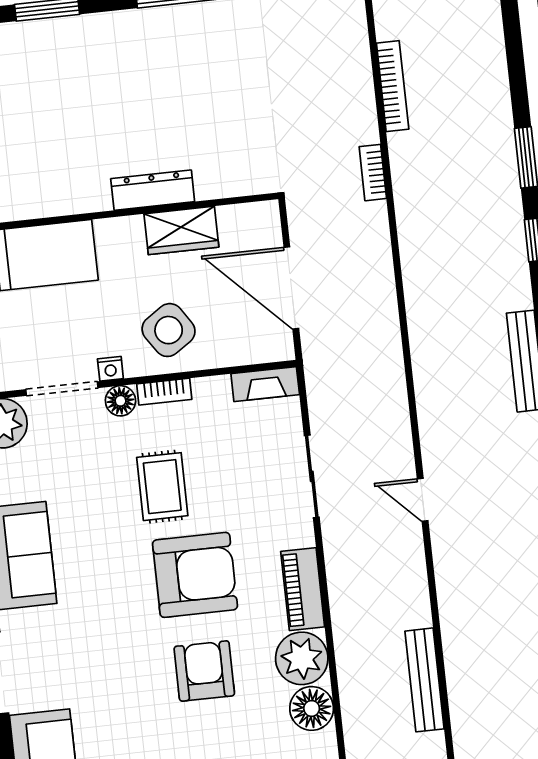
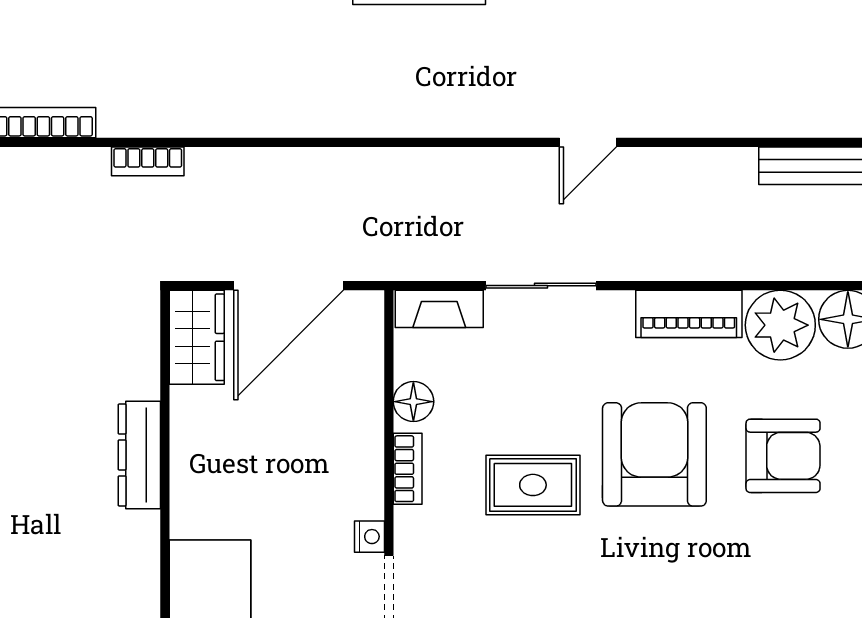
wardrobe: (181, 230) -> (197, 337), moved
side table: (169, 330) -> (327, 454), removed
fireplace: (265, 384) -> (439, 309), moved, turned 90
floor lamp: (120, 401) -> (413, 402), moved
armchair: (204, 671) -> (783, 456), turned 180

